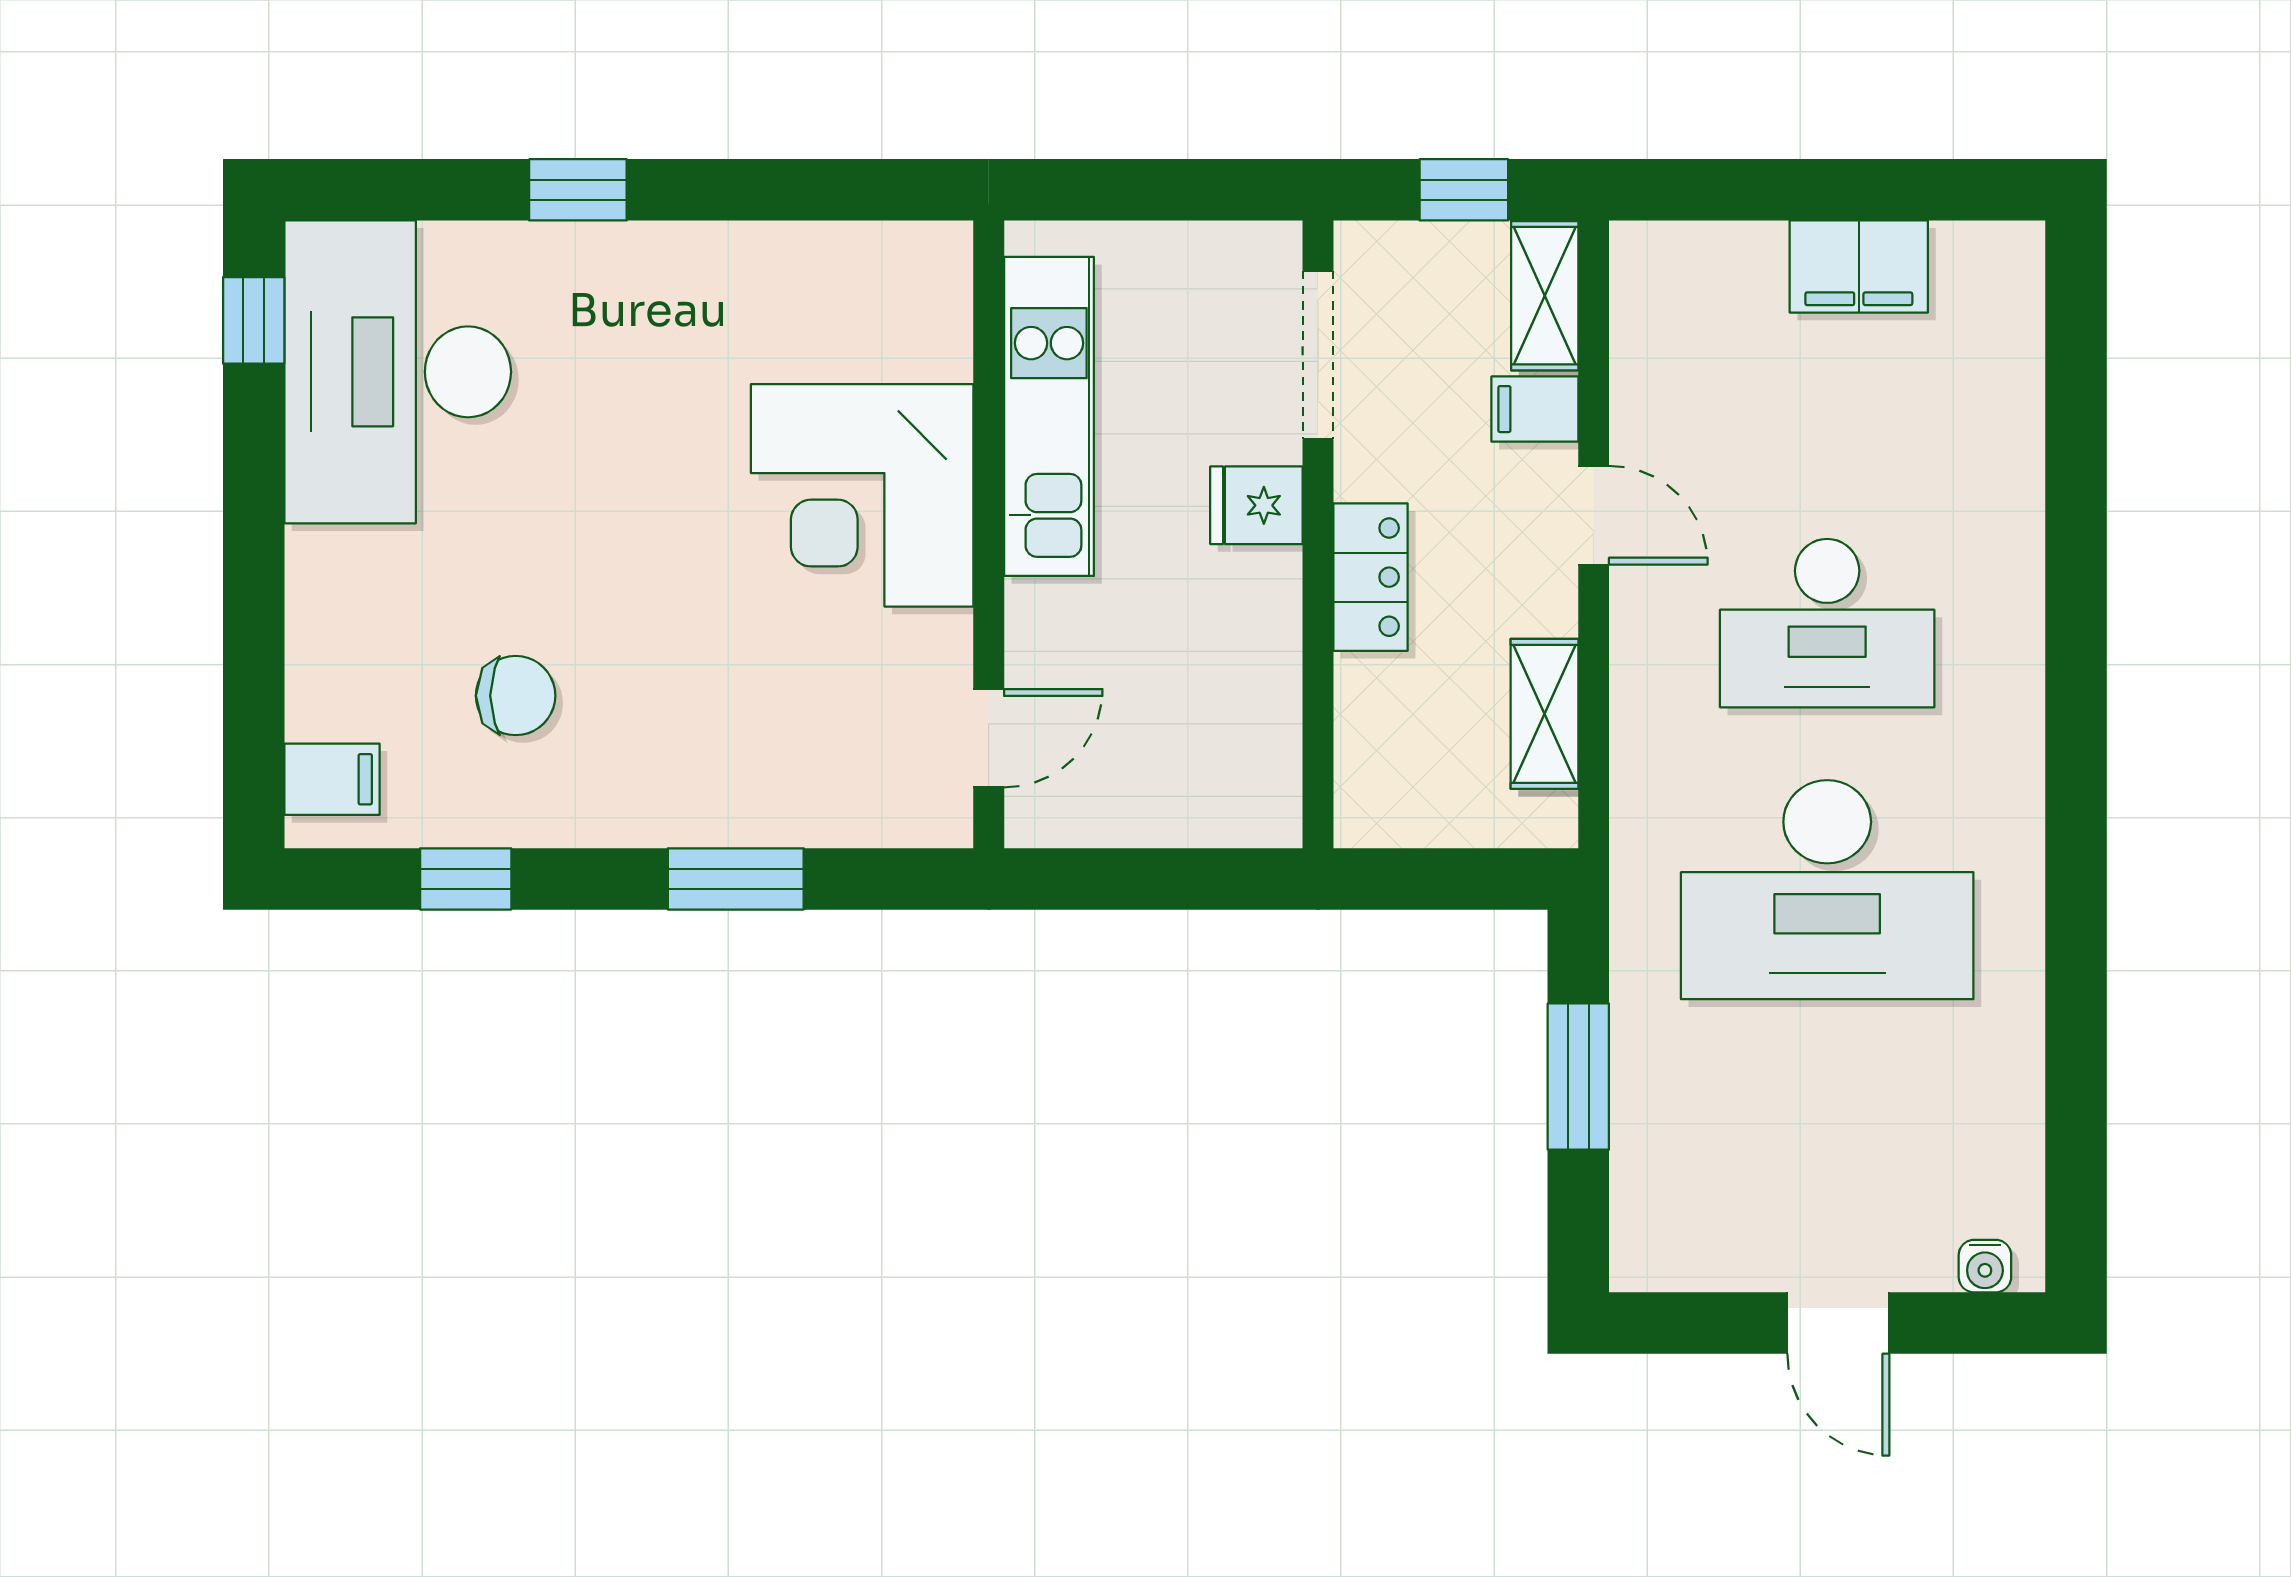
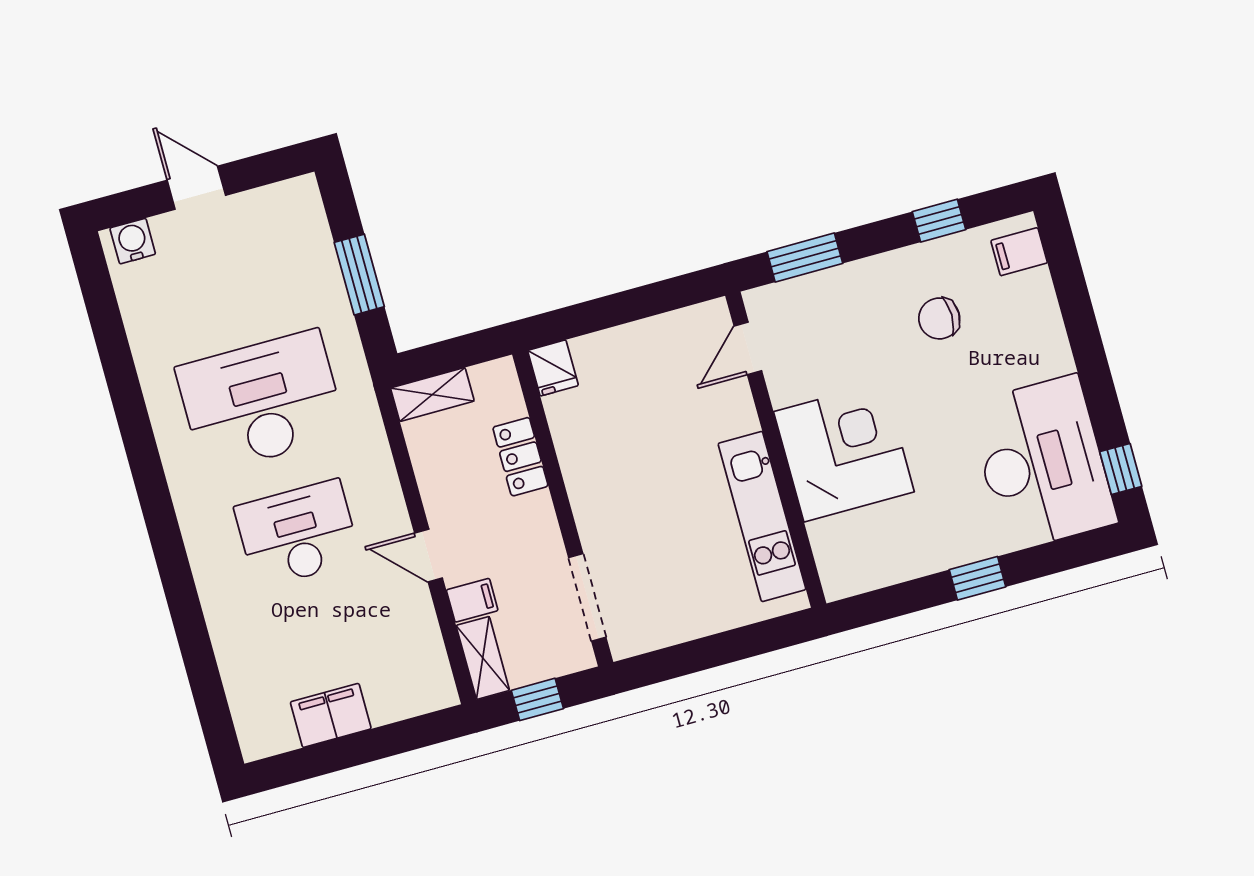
kitchen unit: (1049, 416) -> (762, 516), moved
corner desk: (862, 495) -> (844, 452), moved
fridge: (1256, 505) -> (553, 368), moved, turned 90
wall: (989, 534) -> (776, 450), moved
locker: (1370, 577) -> (520, 457), moved
shelving: (1545, 714) -> (432, 395), moved, turned 90
door: (989, 738) -> (748, 348), moved
water cooler: (1985, 1266) -> (133, 241), width x1.38, depth x1.38

